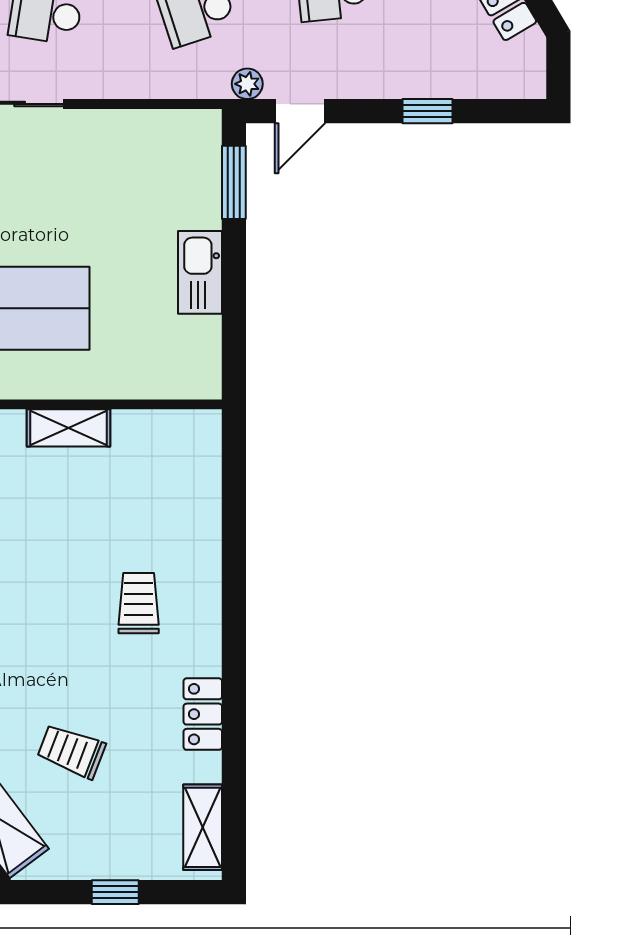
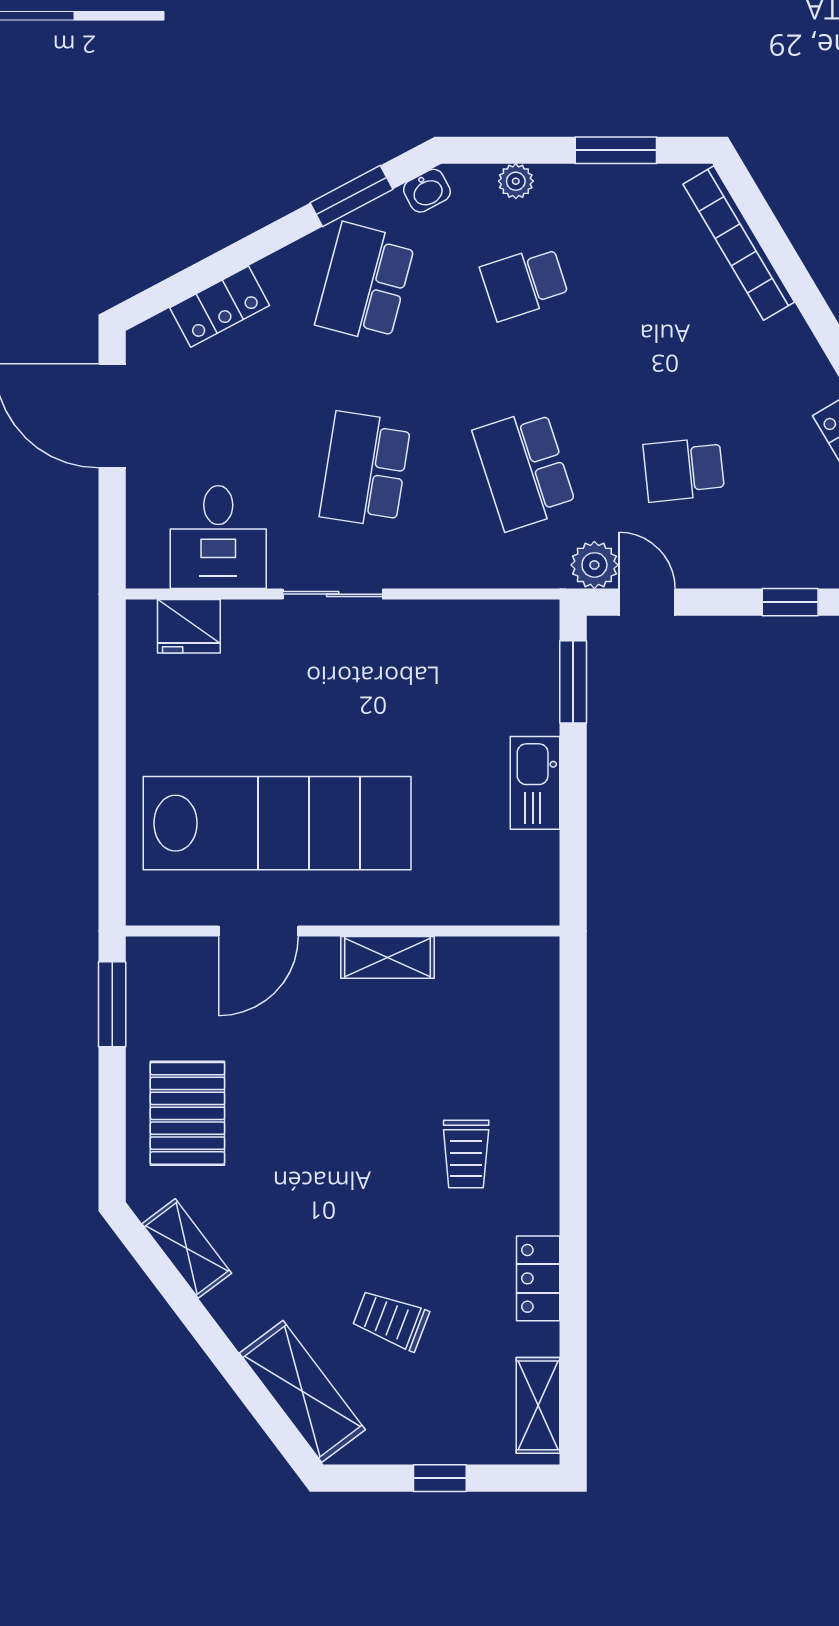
plant: (247, 84) -> (594, 565), width x1.38, depth x1.38
door: (300, 111) -> (647, 602), swing flipped
trolley: (139, 603) -> (466, 1154), turned 180

